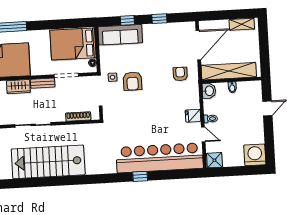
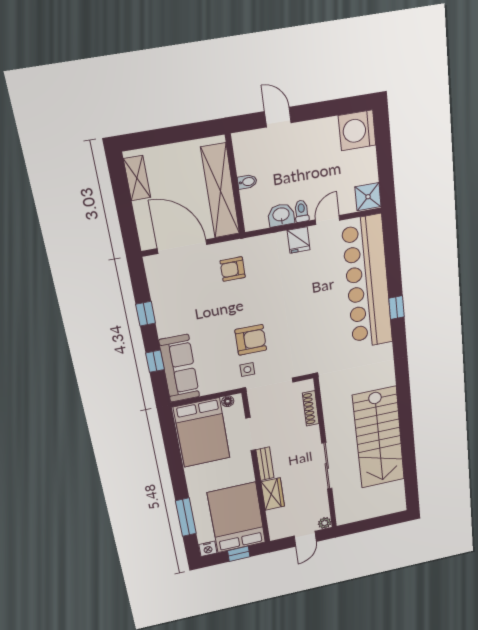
washbasin: (209, 91) -> (281, 215), moved

